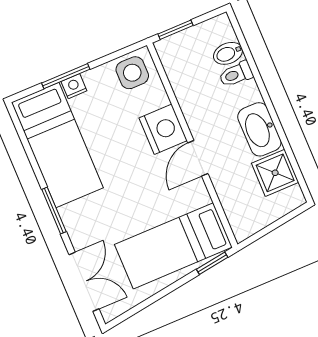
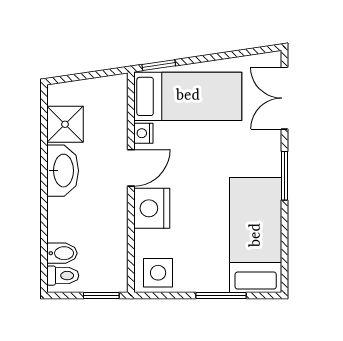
toilet: (236, 74) -> (63, 276), moved
nightstand: (74, 86) -> (143, 133), moved, turned 90

